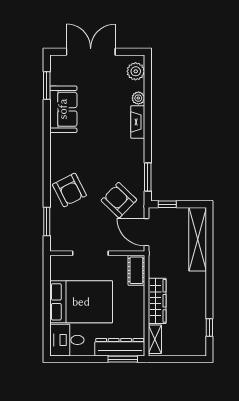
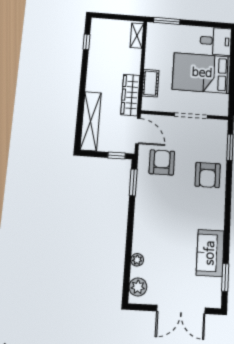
fireplace: (138, 122) -> (139, 236), removed
armchair: (69, 190) -> (208, 175), turned -153
armchair: (119, 200) -> (162, 162), turned -134
cot: (136, 270) -> (150, 83), moved
wardrobe: (157, 301) -> (130, 95), moved
dresser: (120, 347) -> (169, 31), removed

